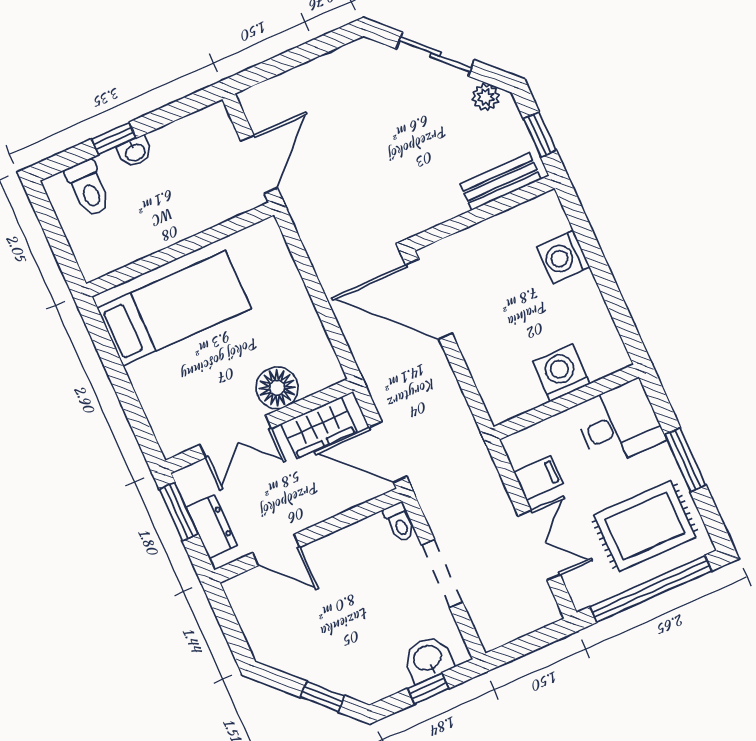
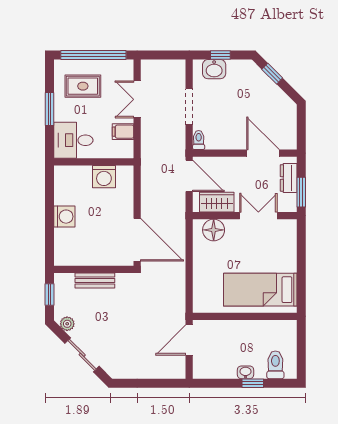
bench: (501, 182) -> (95, 280), moved
washing machine: (563, 257) -> (64, 217), moved
washing machine: (561, 373) -> (104, 177), moved
floor lamp: (277, 388) -> (214, 230), moved
rug: (645, 526) -> (83, 86), width x0.73, depth x0.70
door: (276, 550) -> (263, 153), width x1.38

